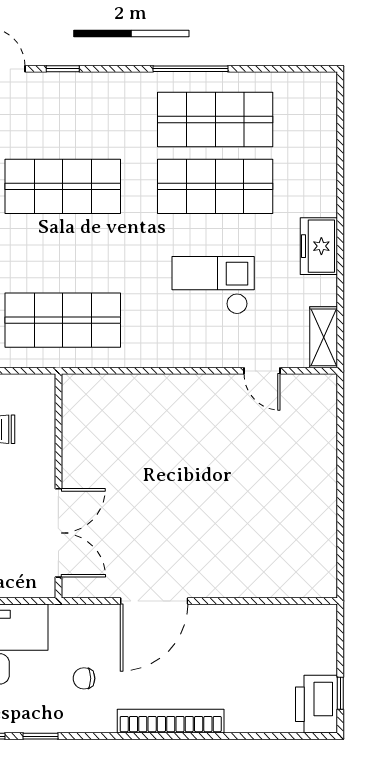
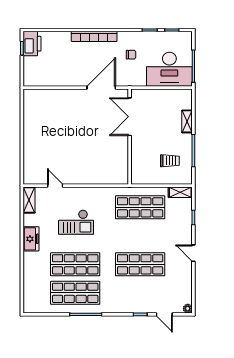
wall: (58, 486) -> (130, 137), moved
double door: (58, 533) -> (130, 117), moved

